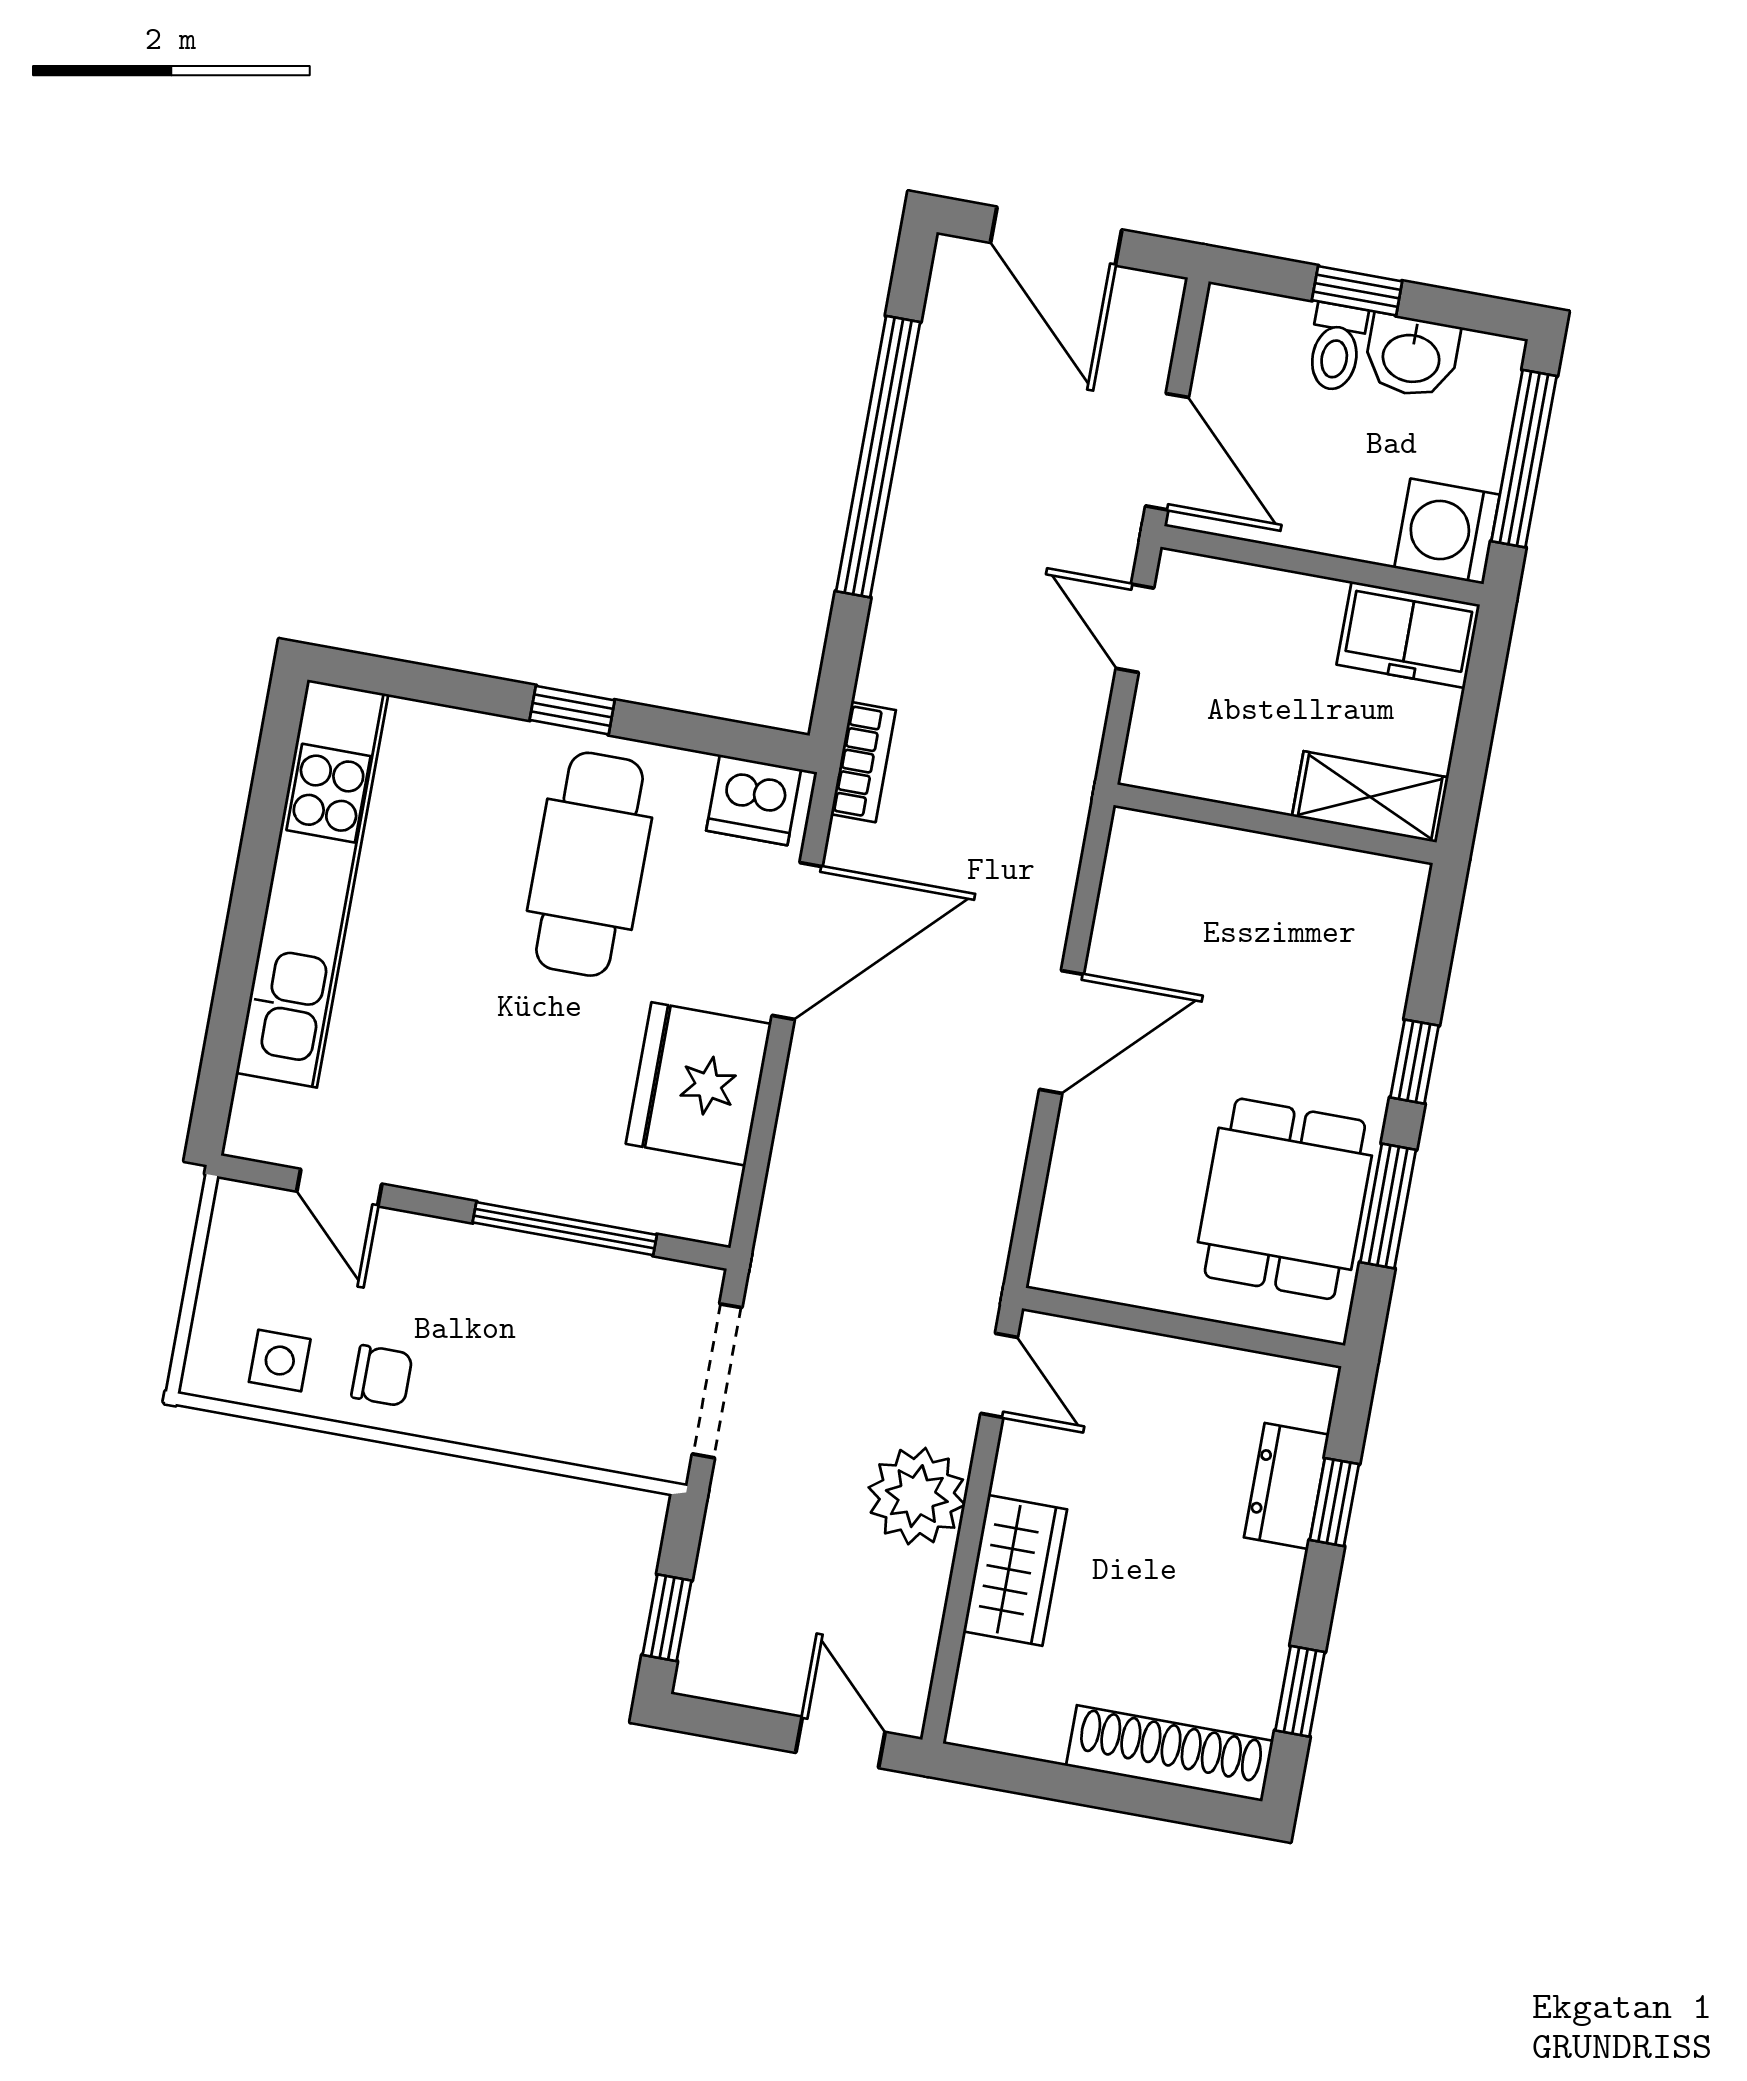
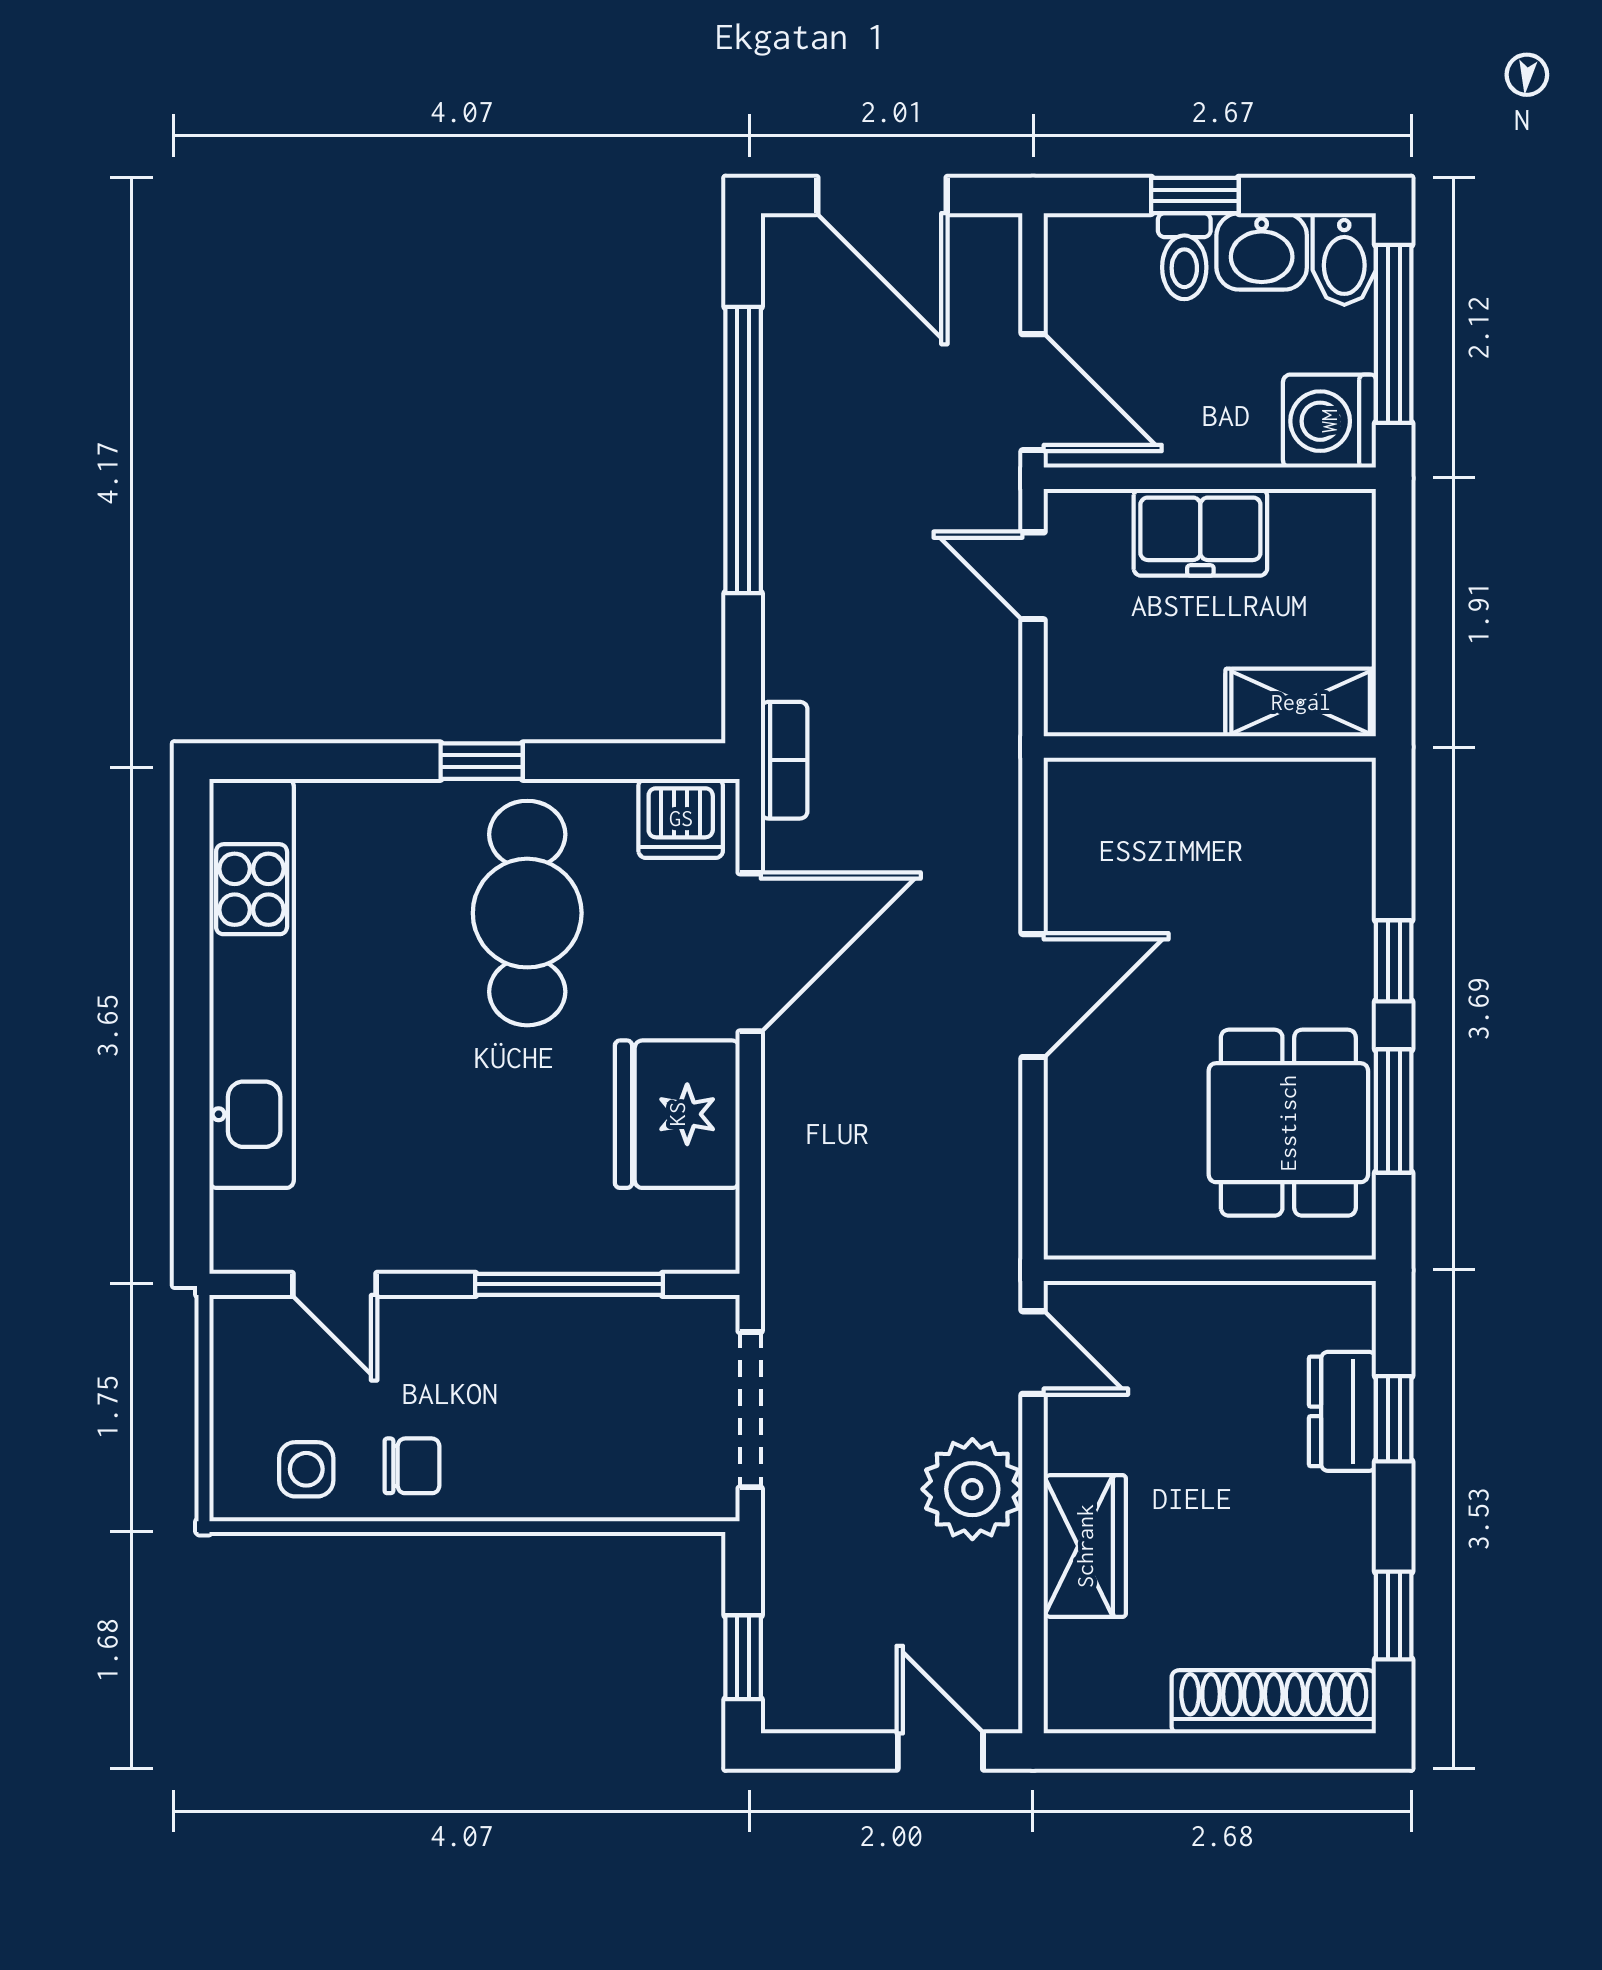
bidet: (1490, 378) -> (1344, 259), added
freezer: (1408, 635) -> (1200, 532), moved

